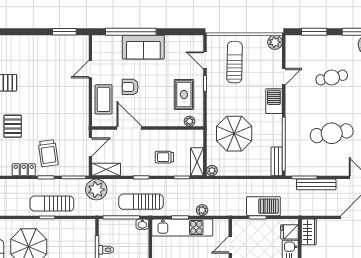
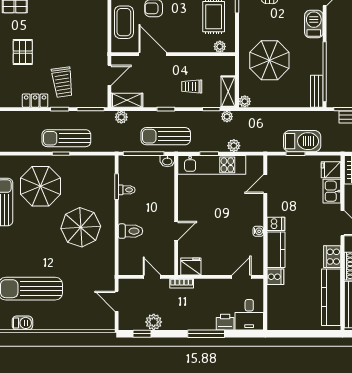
plant: (196, 184) -> (227, 117), added
plant: (96, 190) -> (121, 117), width x0.53, depth x0.53

